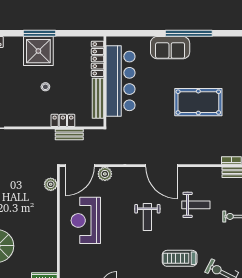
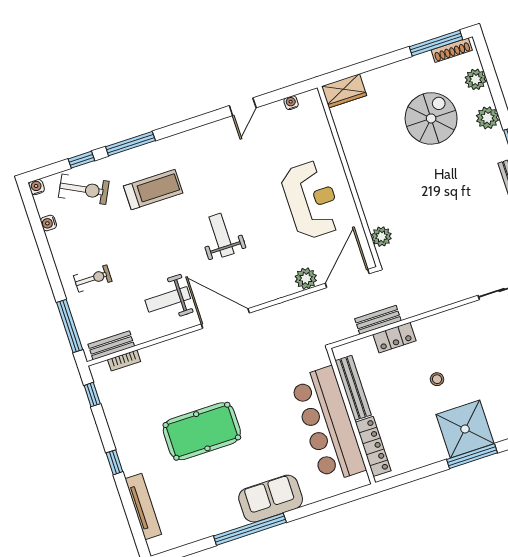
weight bench: (196, 205) -> (168, 299), moved

